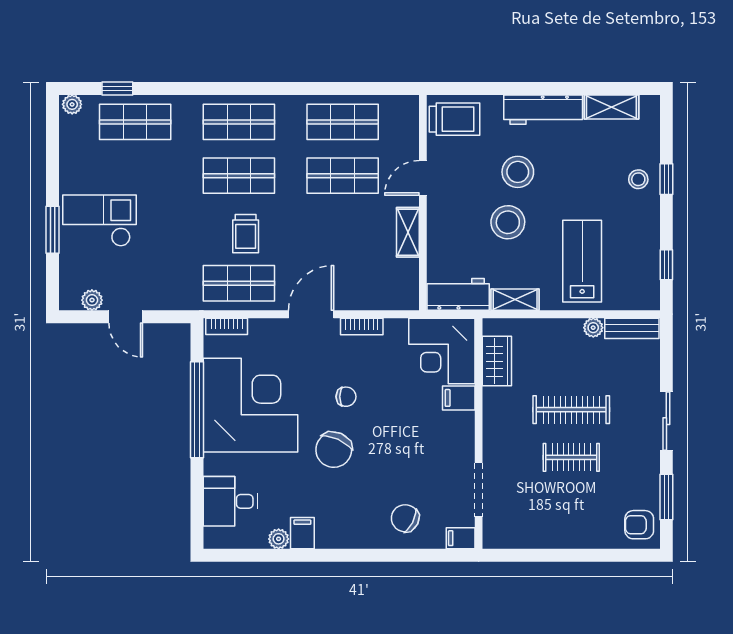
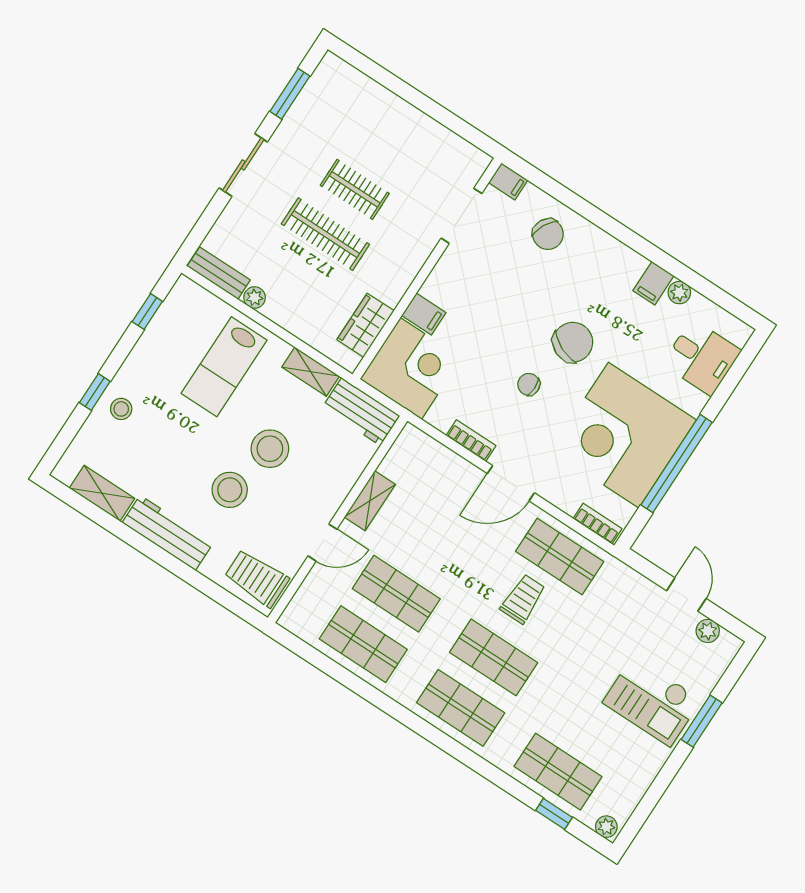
armchair: (639, 525) -> (332, 84), removed

